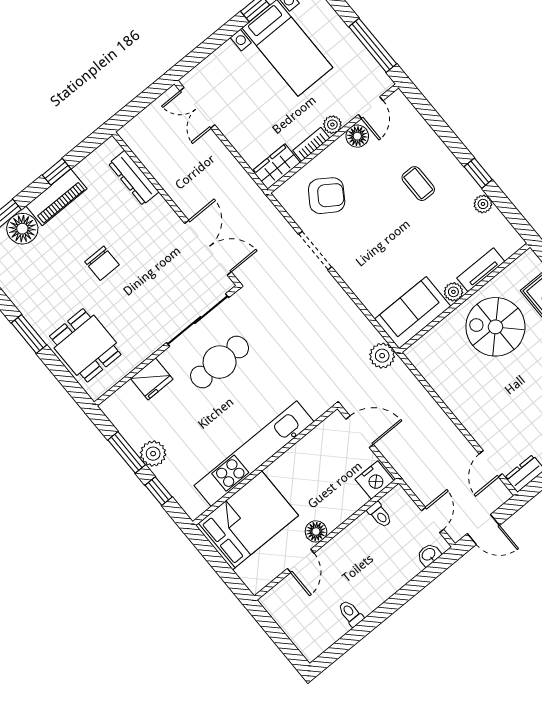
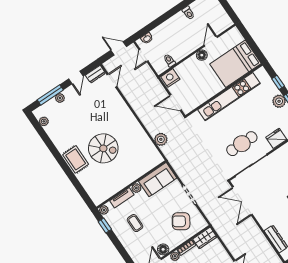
tv unit: (481, 270) -> (122, 198), moved
plant: (453, 292) -> (136, 188), moved
wall: (465, 298) -> (131, 185), moved
sofa: (413, 313) -> (158, 180), moved

